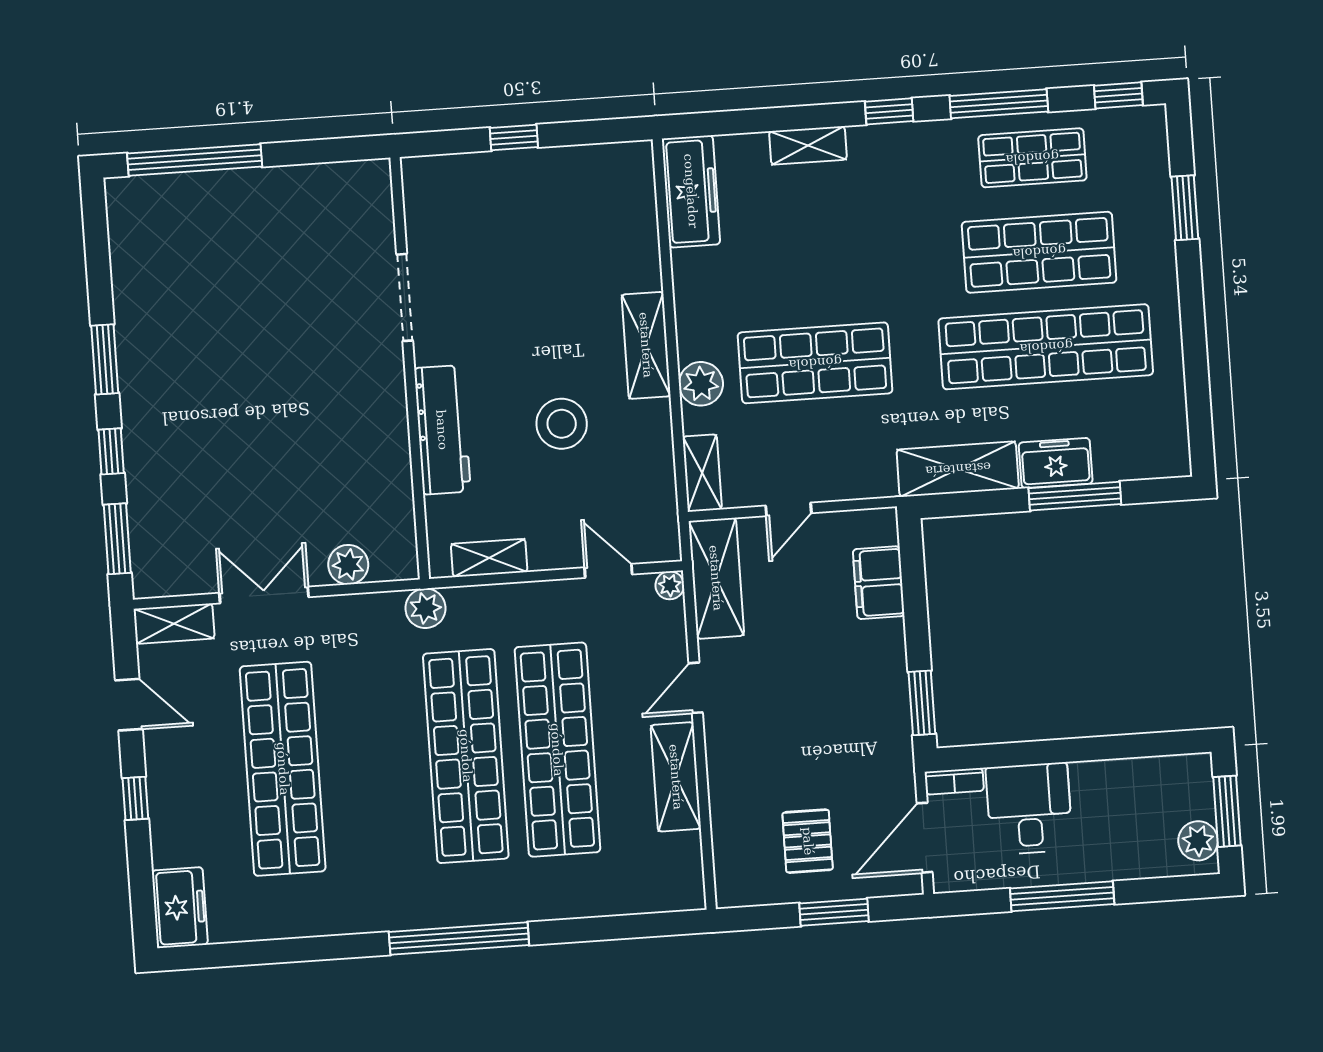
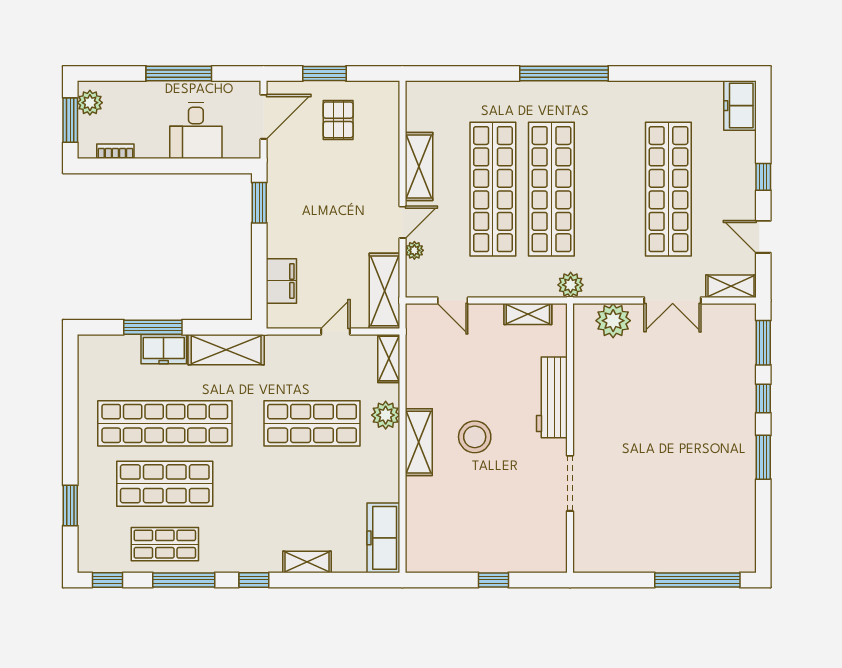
stool: (562, 424) -> (475, 437), moved
plant: (348, 565) -> (613, 321), width x1.36, depth x1.36
plant: (670, 585) -> (414, 250), moved
bookcase: (954, 781) -> (115, 151), moved

